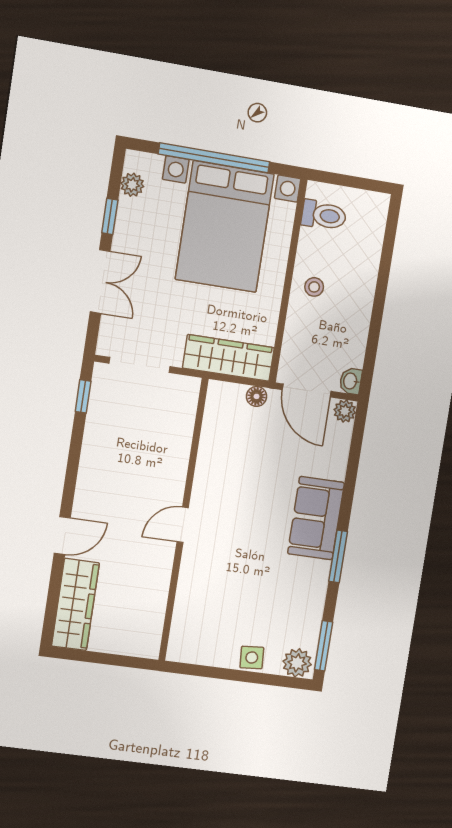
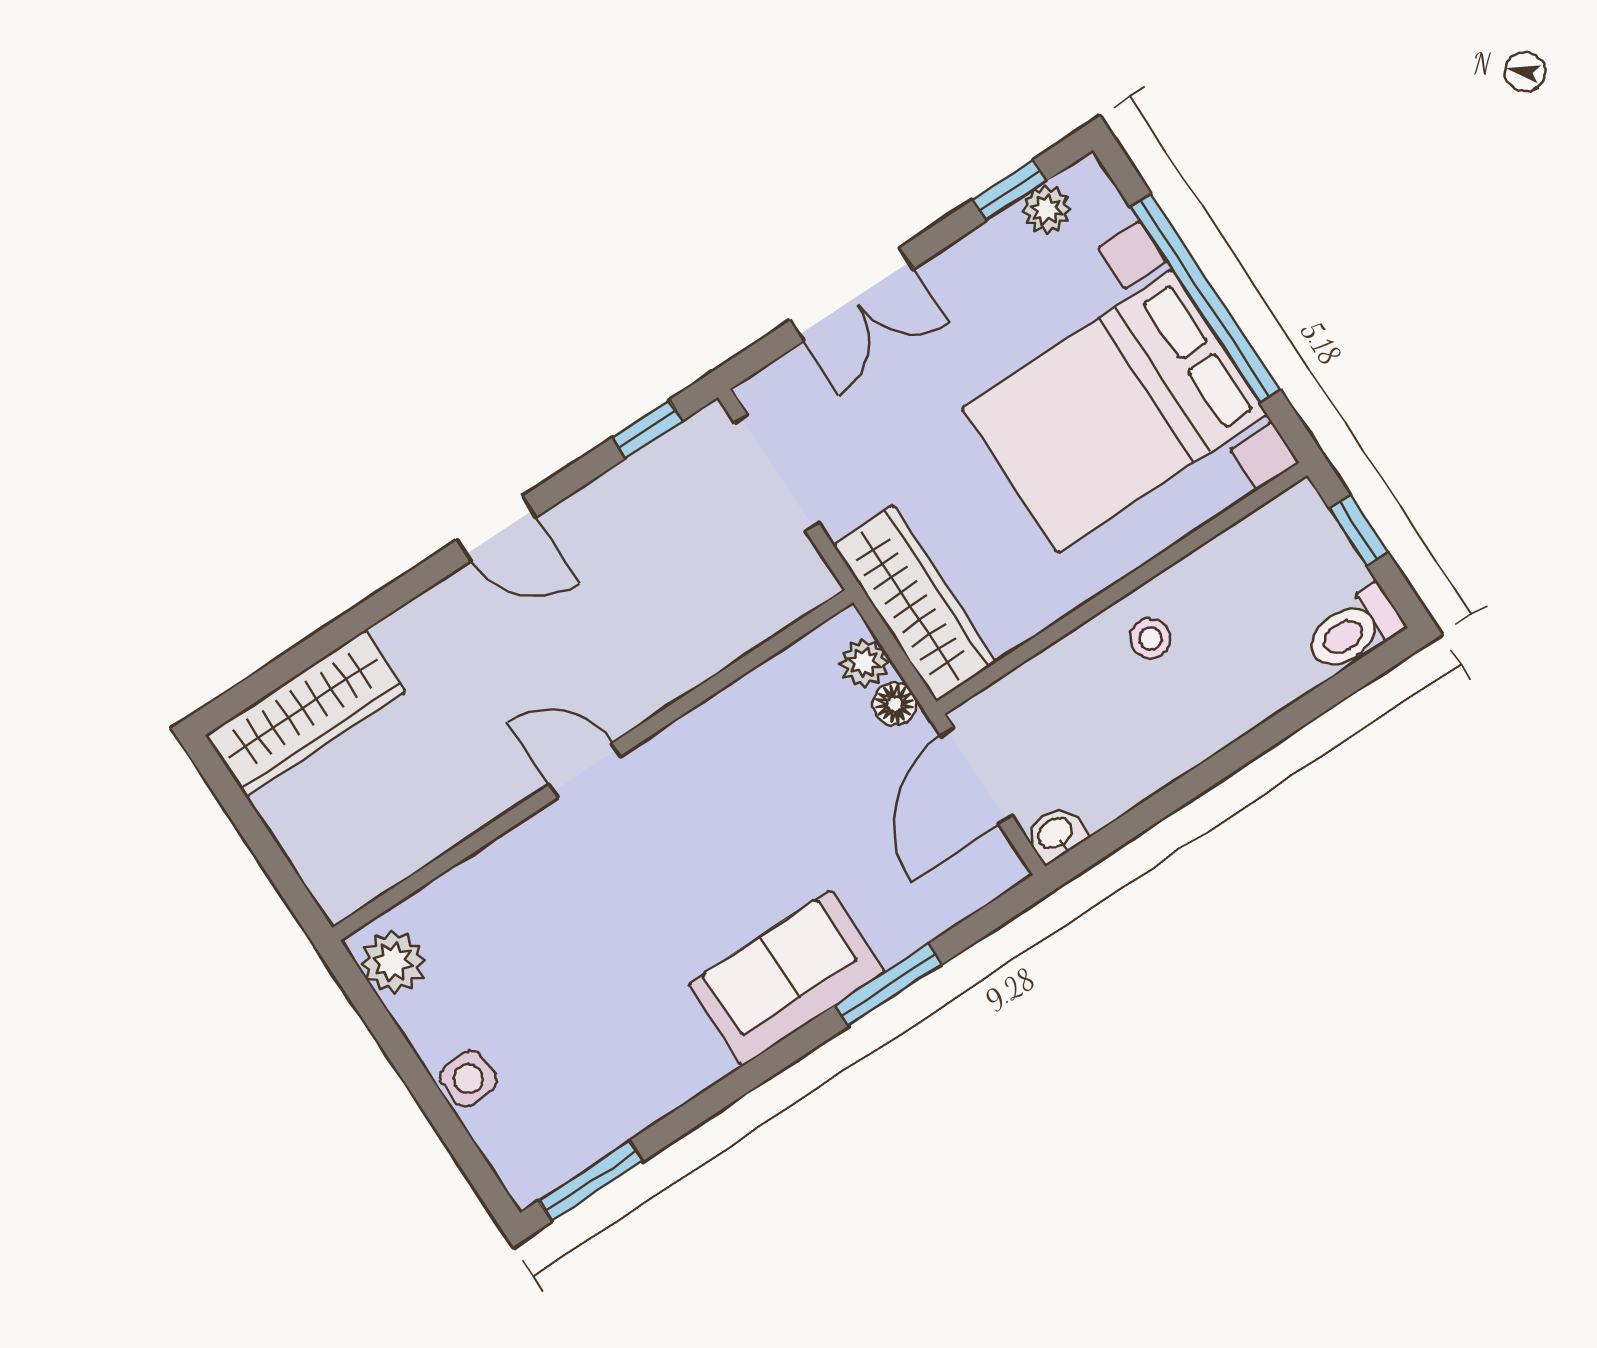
window: (342, 180) -> (1358, 530), added
toilet: (324, 215) -> (1354, 630), moved, turned 90
window: (110, 216) -> (1010, 190), moved
plant: (345, 411) -> (864, 663), moved
door: (62, 535) -> (497, 529), moved
window: (338, 556) -> (888, 985), moved
plant: (297, 663) -> (393, 962), moved

